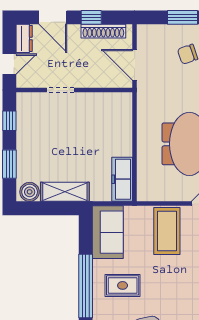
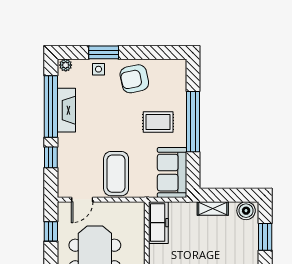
shelving: (65, 192) -> (213, 208), width x0.67, depth x0.75

